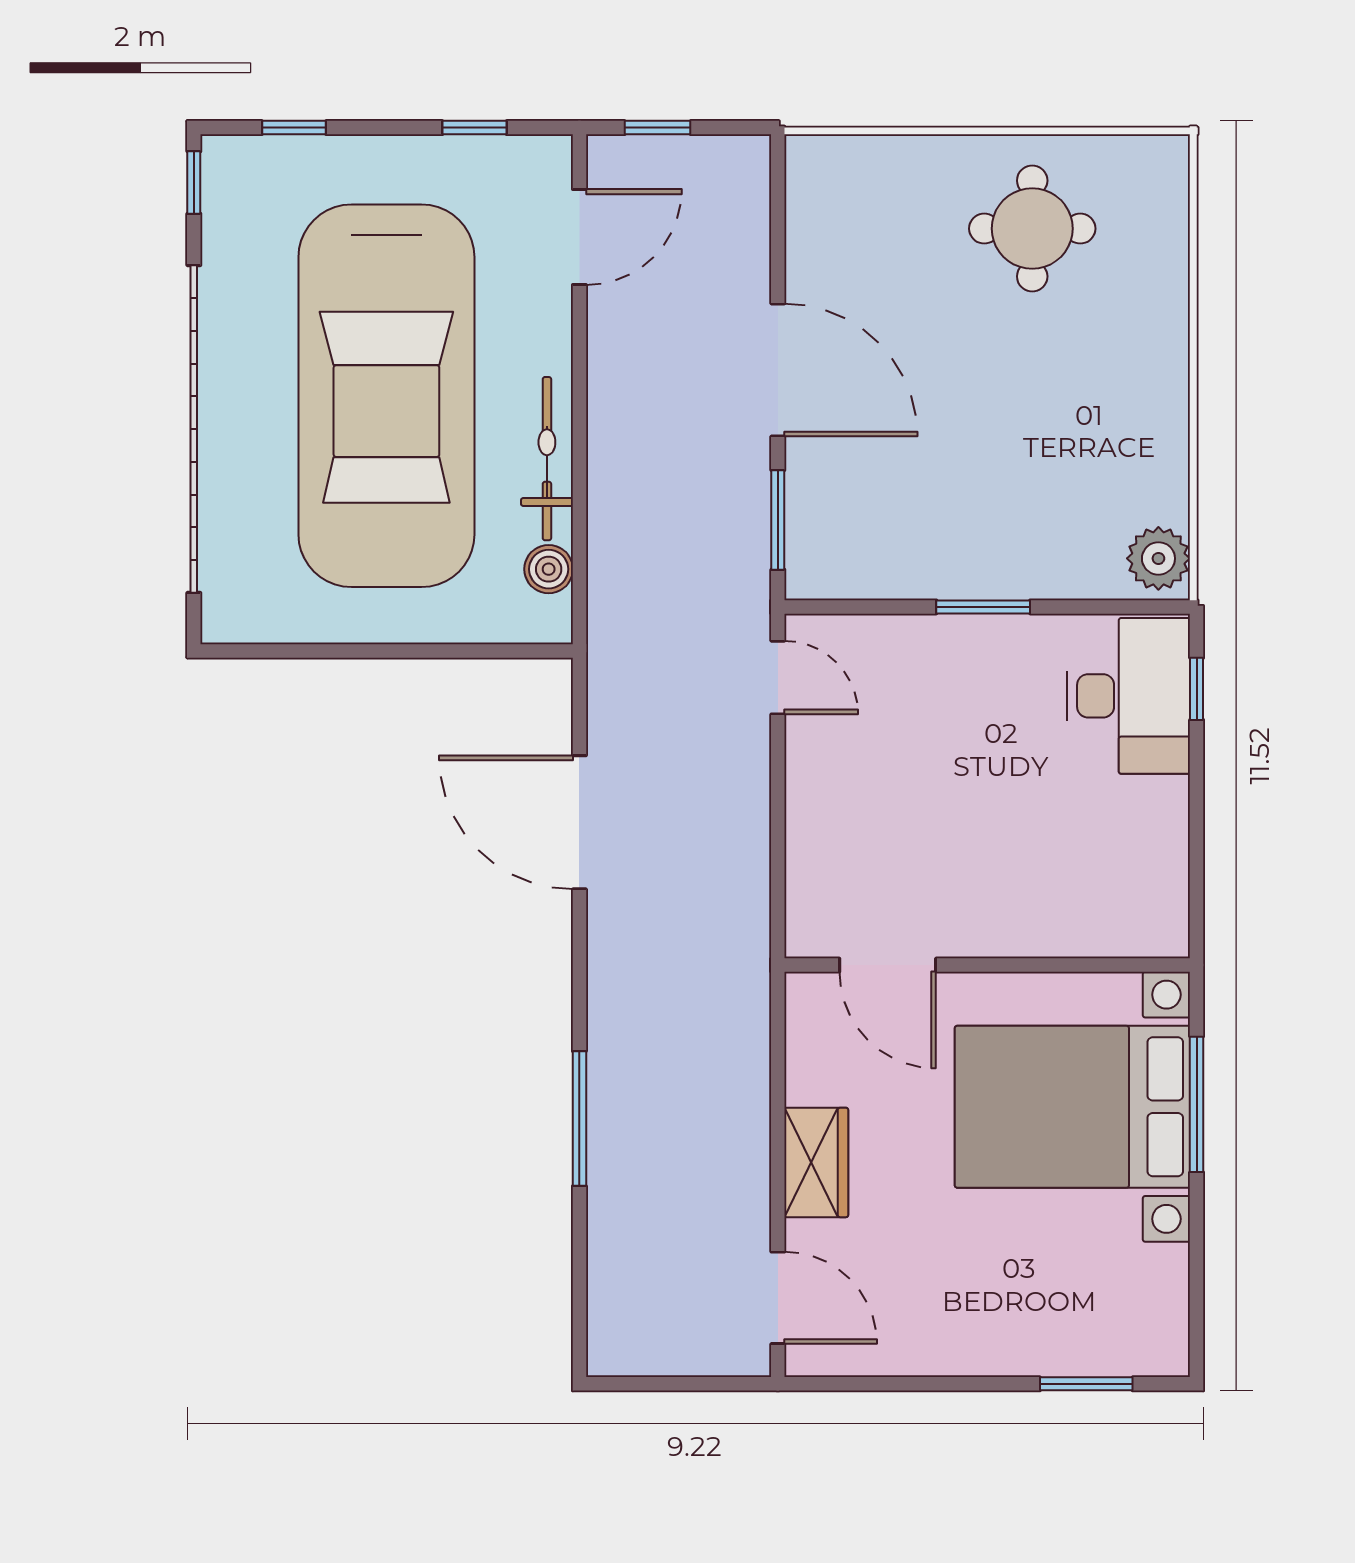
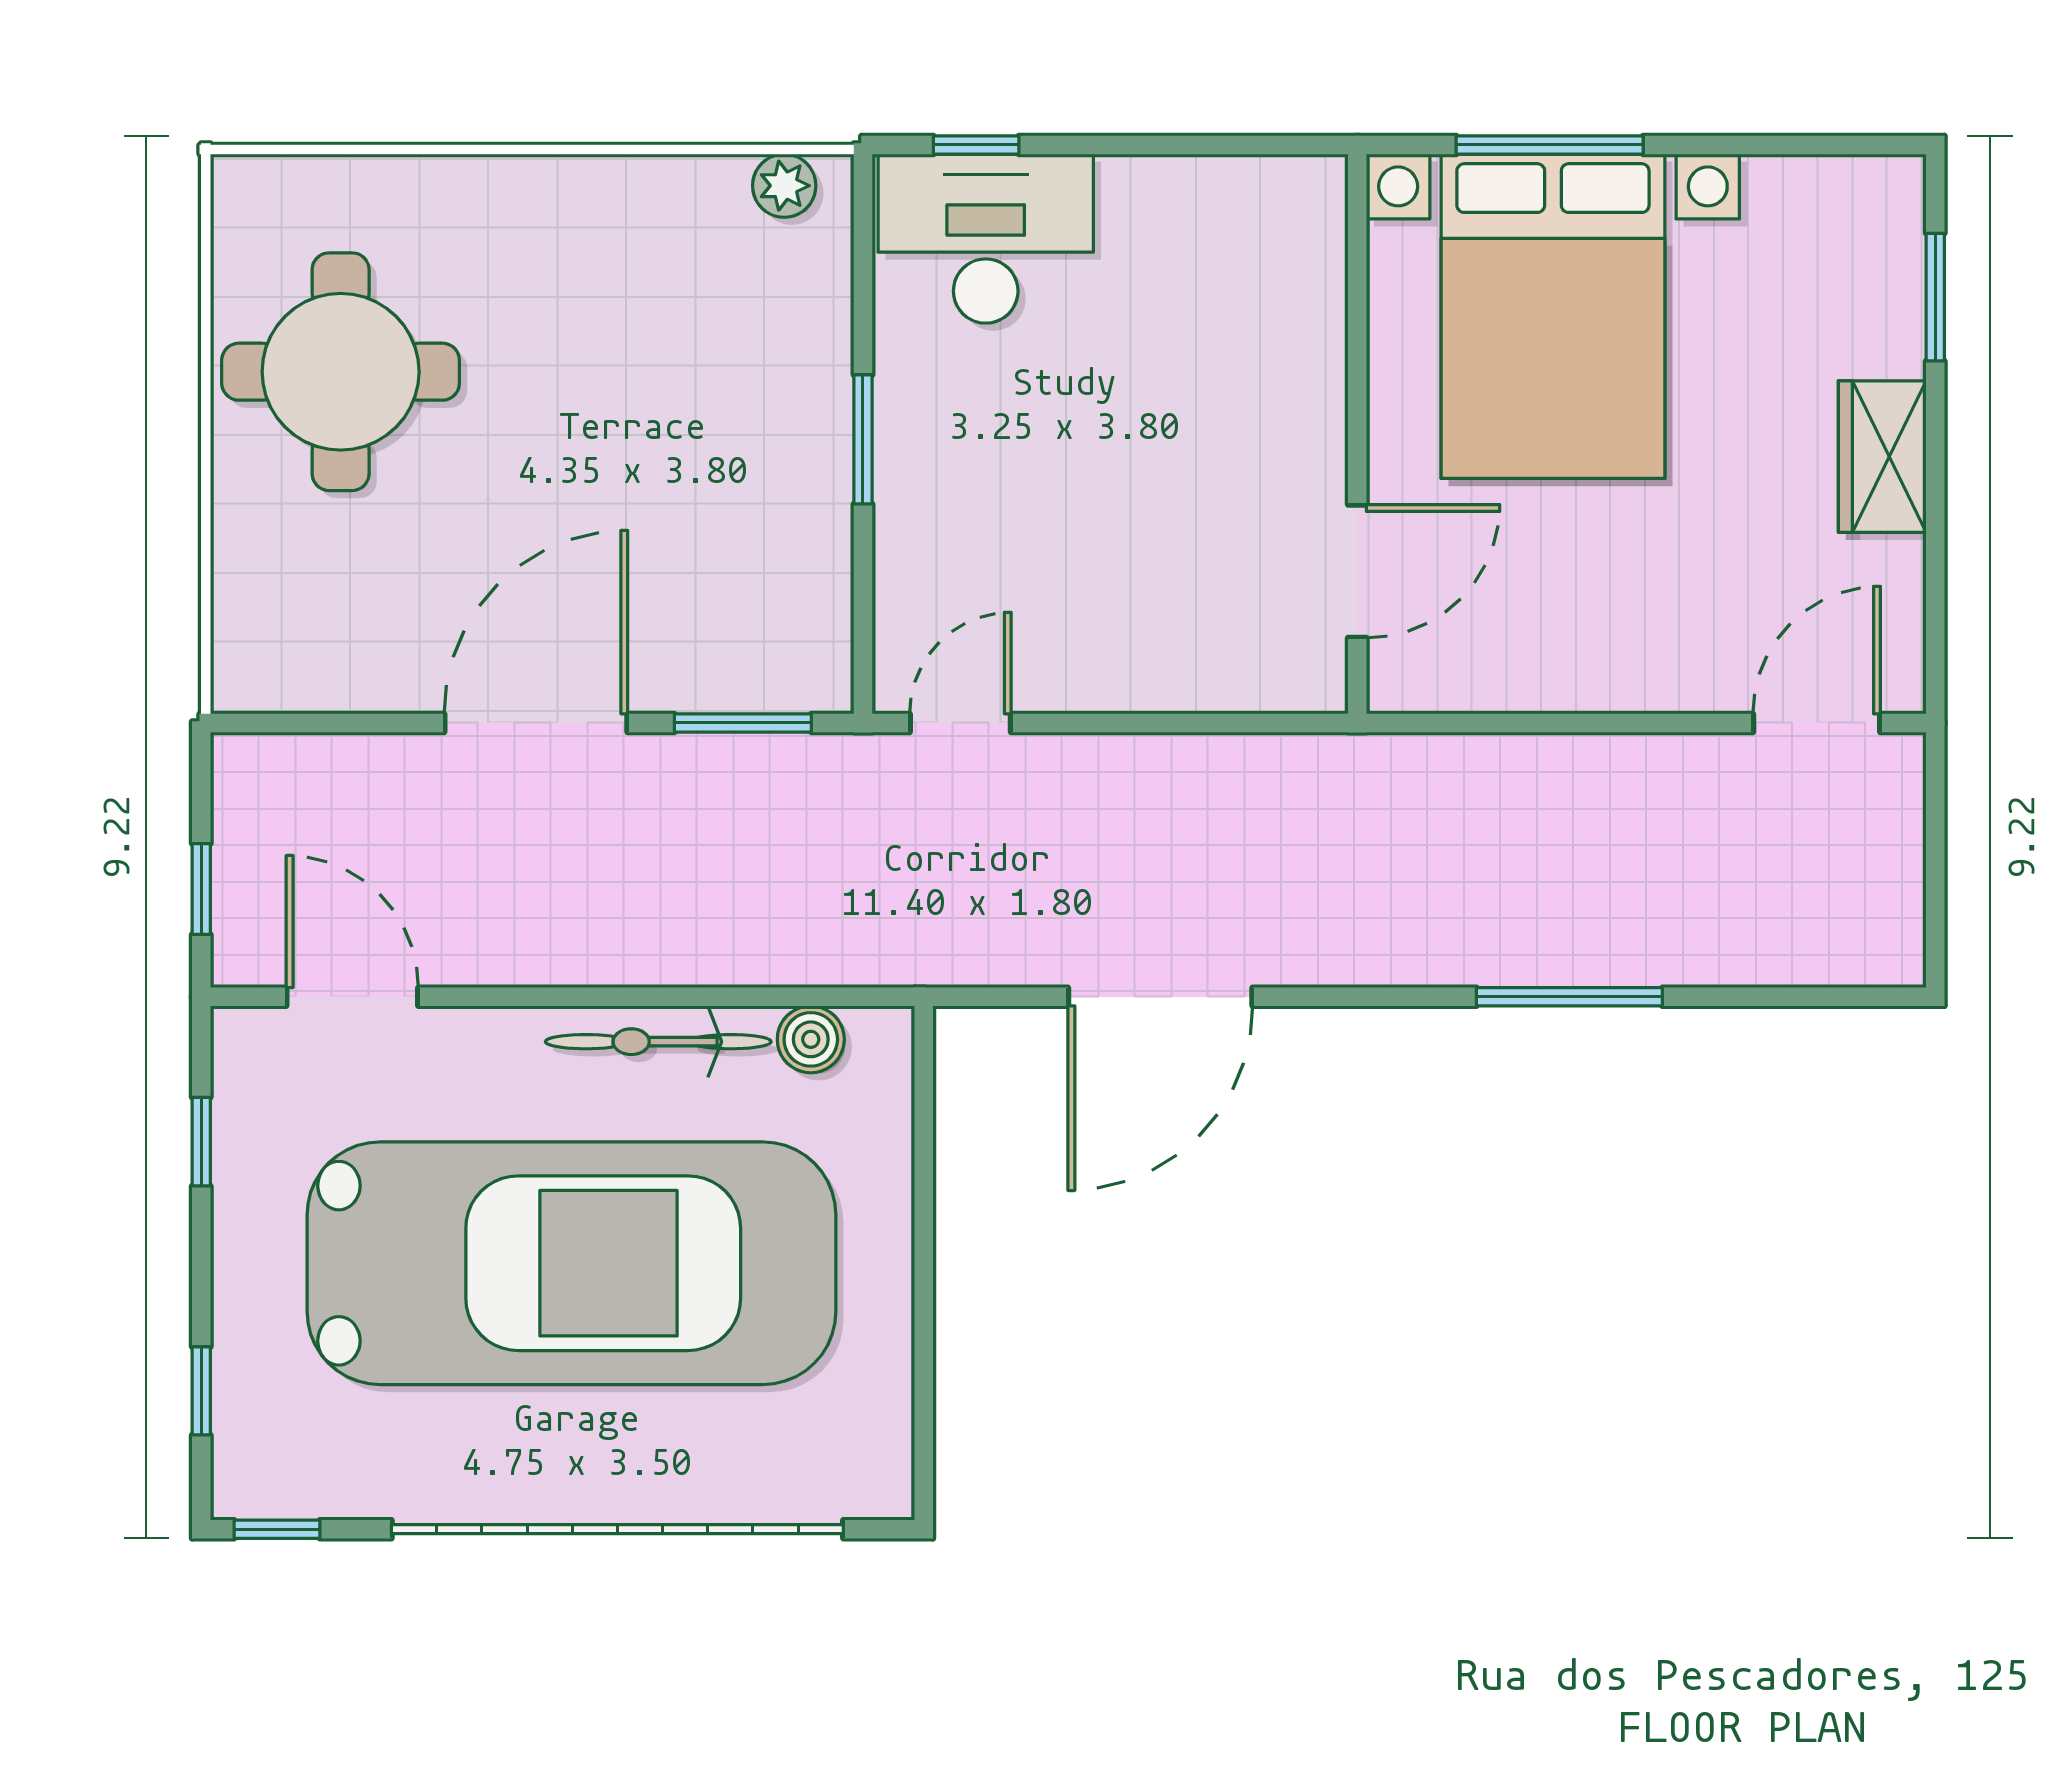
round table: (1032, 229) -> (341, 372), width x1.36, depth x1.36
plant: (1158, 558) -> (784, 186), width x0.73, depth x0.73
wardrobe: (816, 1162) -> (1882, 457), moved, turned -90

